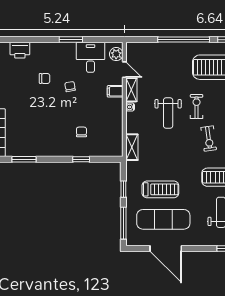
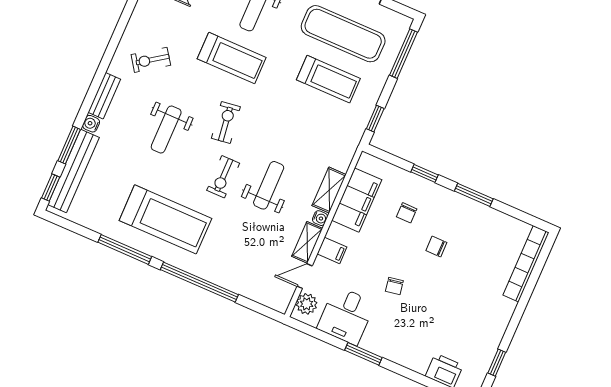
door: (124, 70) -> (305, 276), hinge flipped
chair: (45, 78) -> (436, 247), moved
filing cabinet: (113, 127) -> (357, 200), added
shelving: (132, 147) -> (329, 190), moved
window: (24, 159) -> (474, 195), moved
window: (123, 189) -> (375, 119), moved
treadmill: (160, 189) -> (328, 79), turned 180

